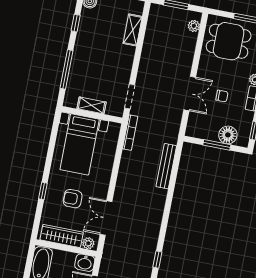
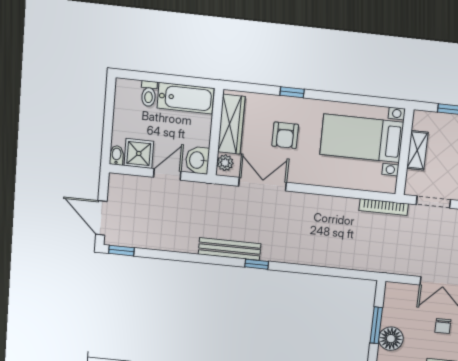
bench: (166, 166) -> (230, 249), moved
armchair: (73, 199) -> (285, 135), turned 180
window: (157, 260) -> (257, 264), moved

